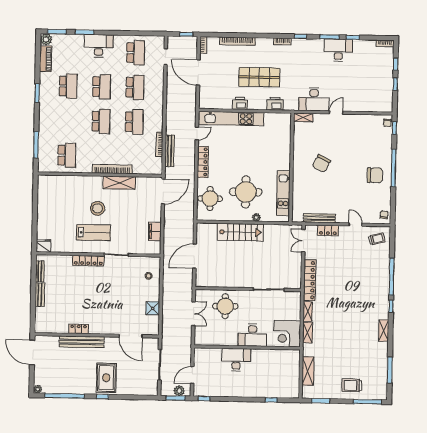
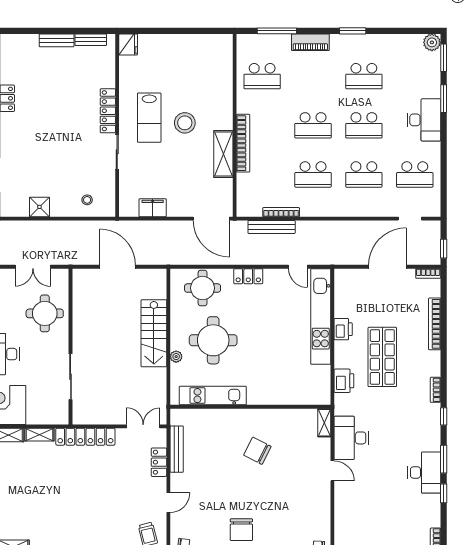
piano: (46, 59) -> (310, 42), moved
locker: (203, 162) -> (248, 276), width x0.66

